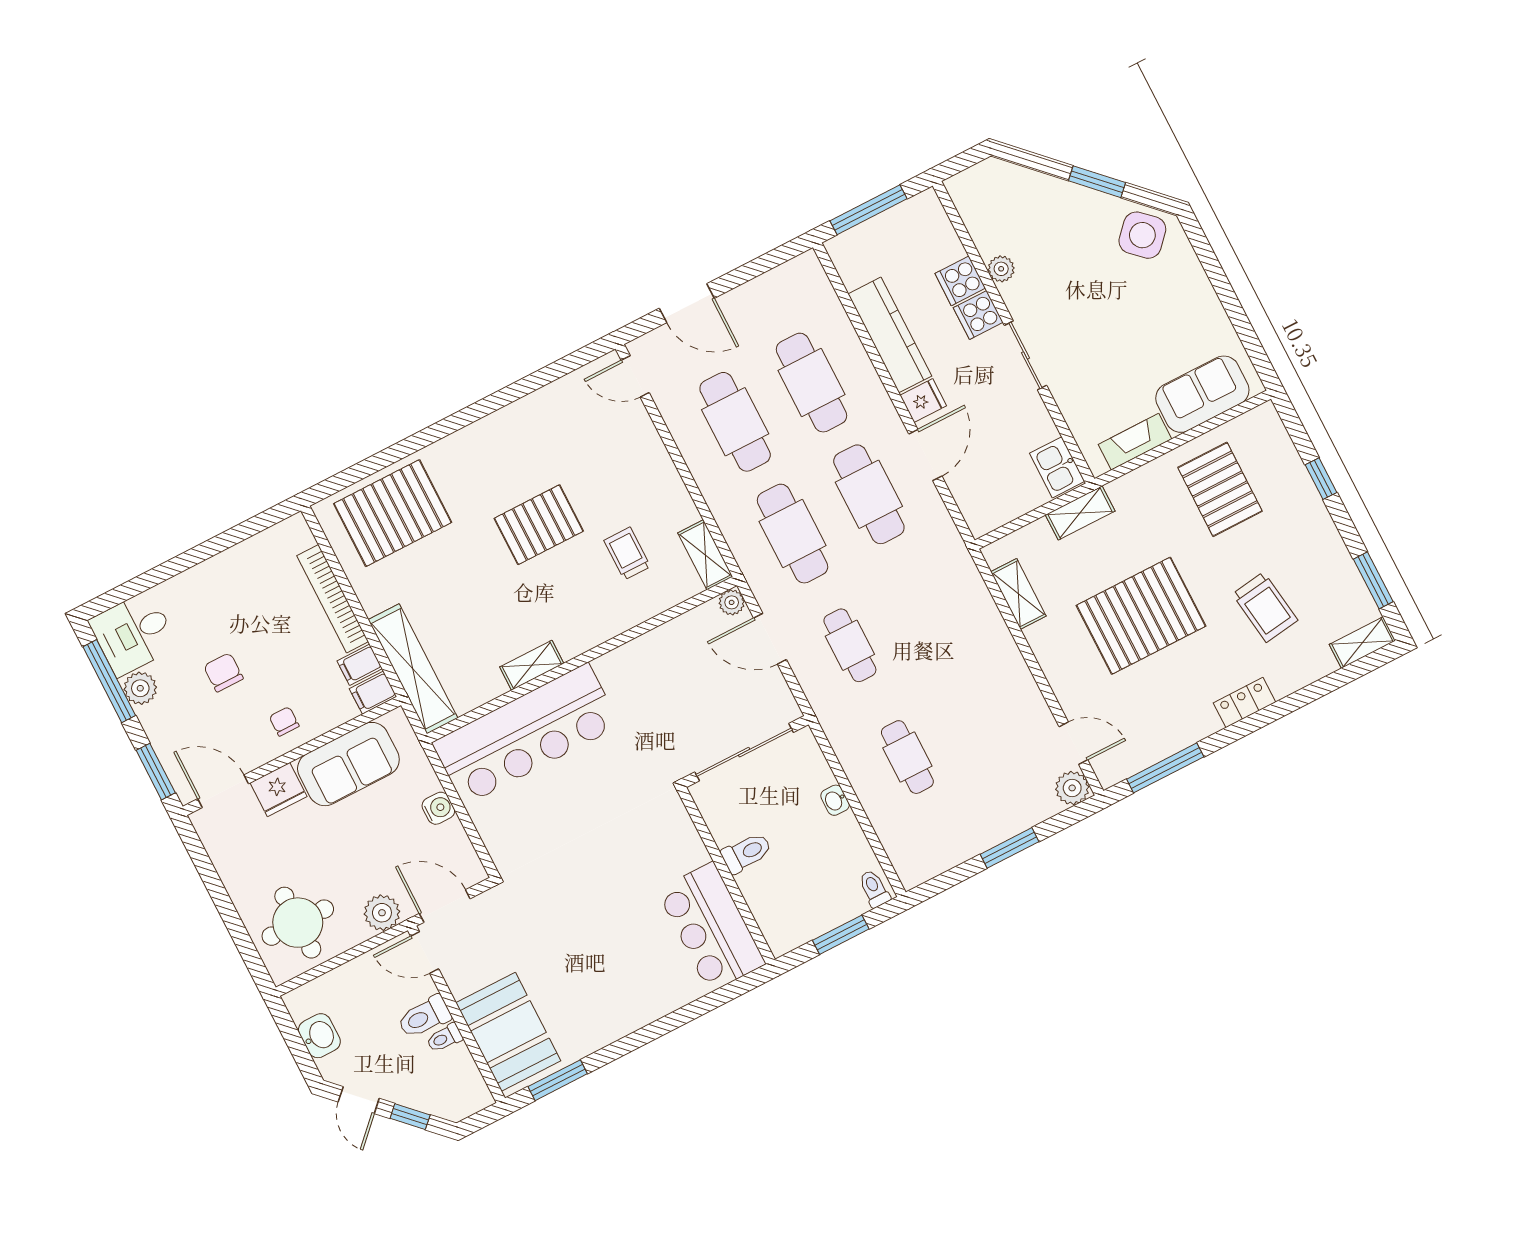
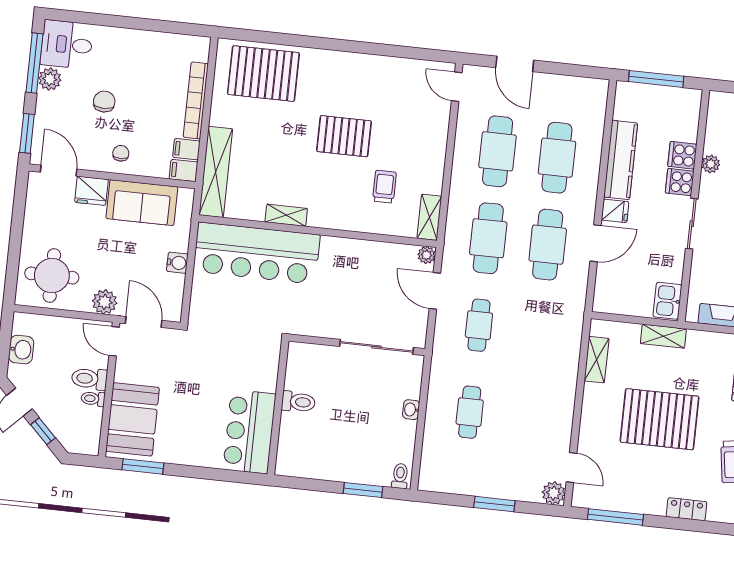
toilet: (746, 853) -> (298, 402), moved
wall: (726, 876) -> (278, 408), moved
bar counter: (711, 927) -> (249, 432), moved

